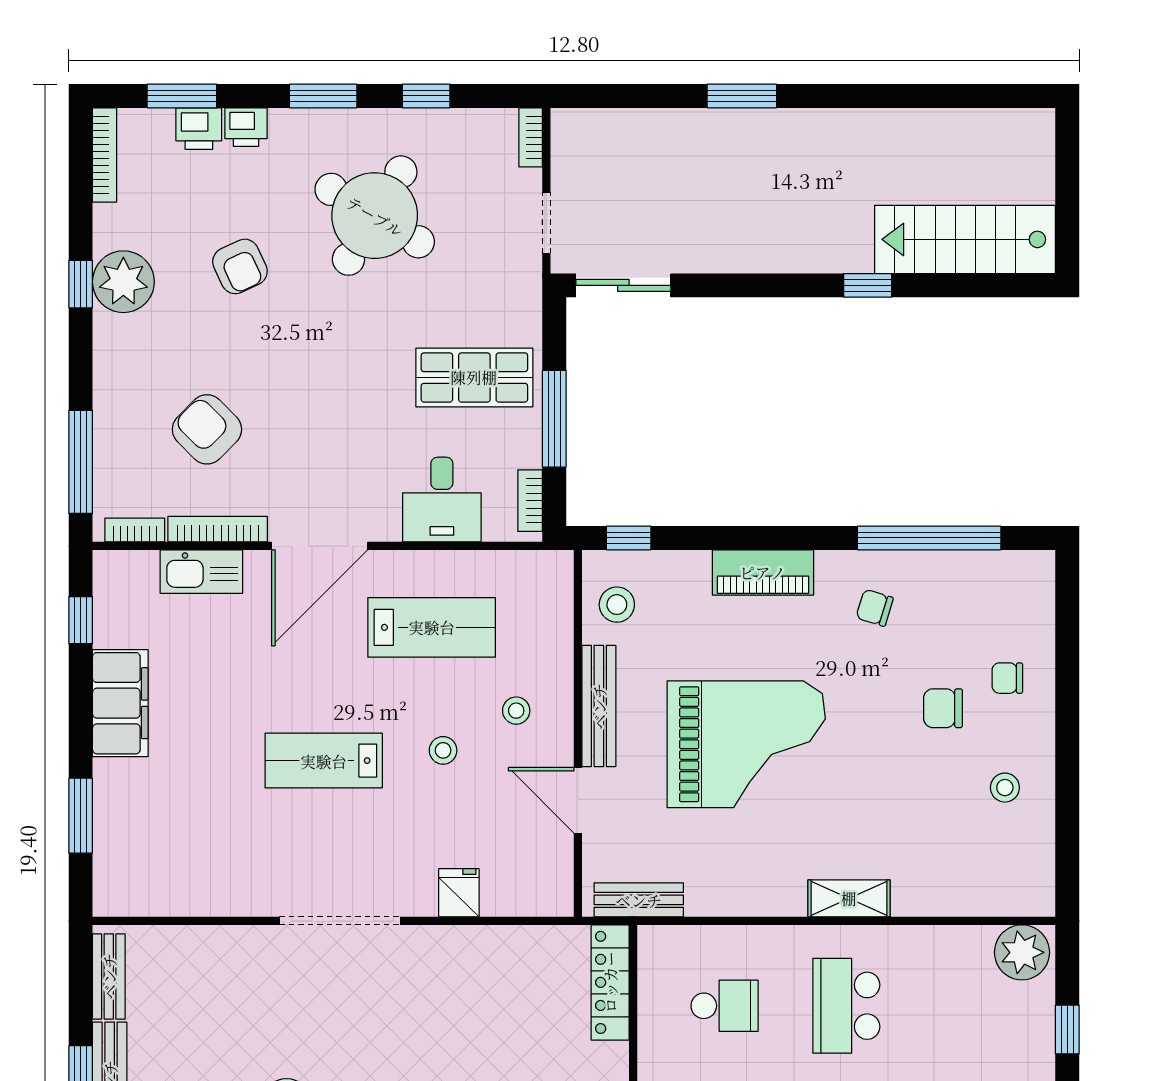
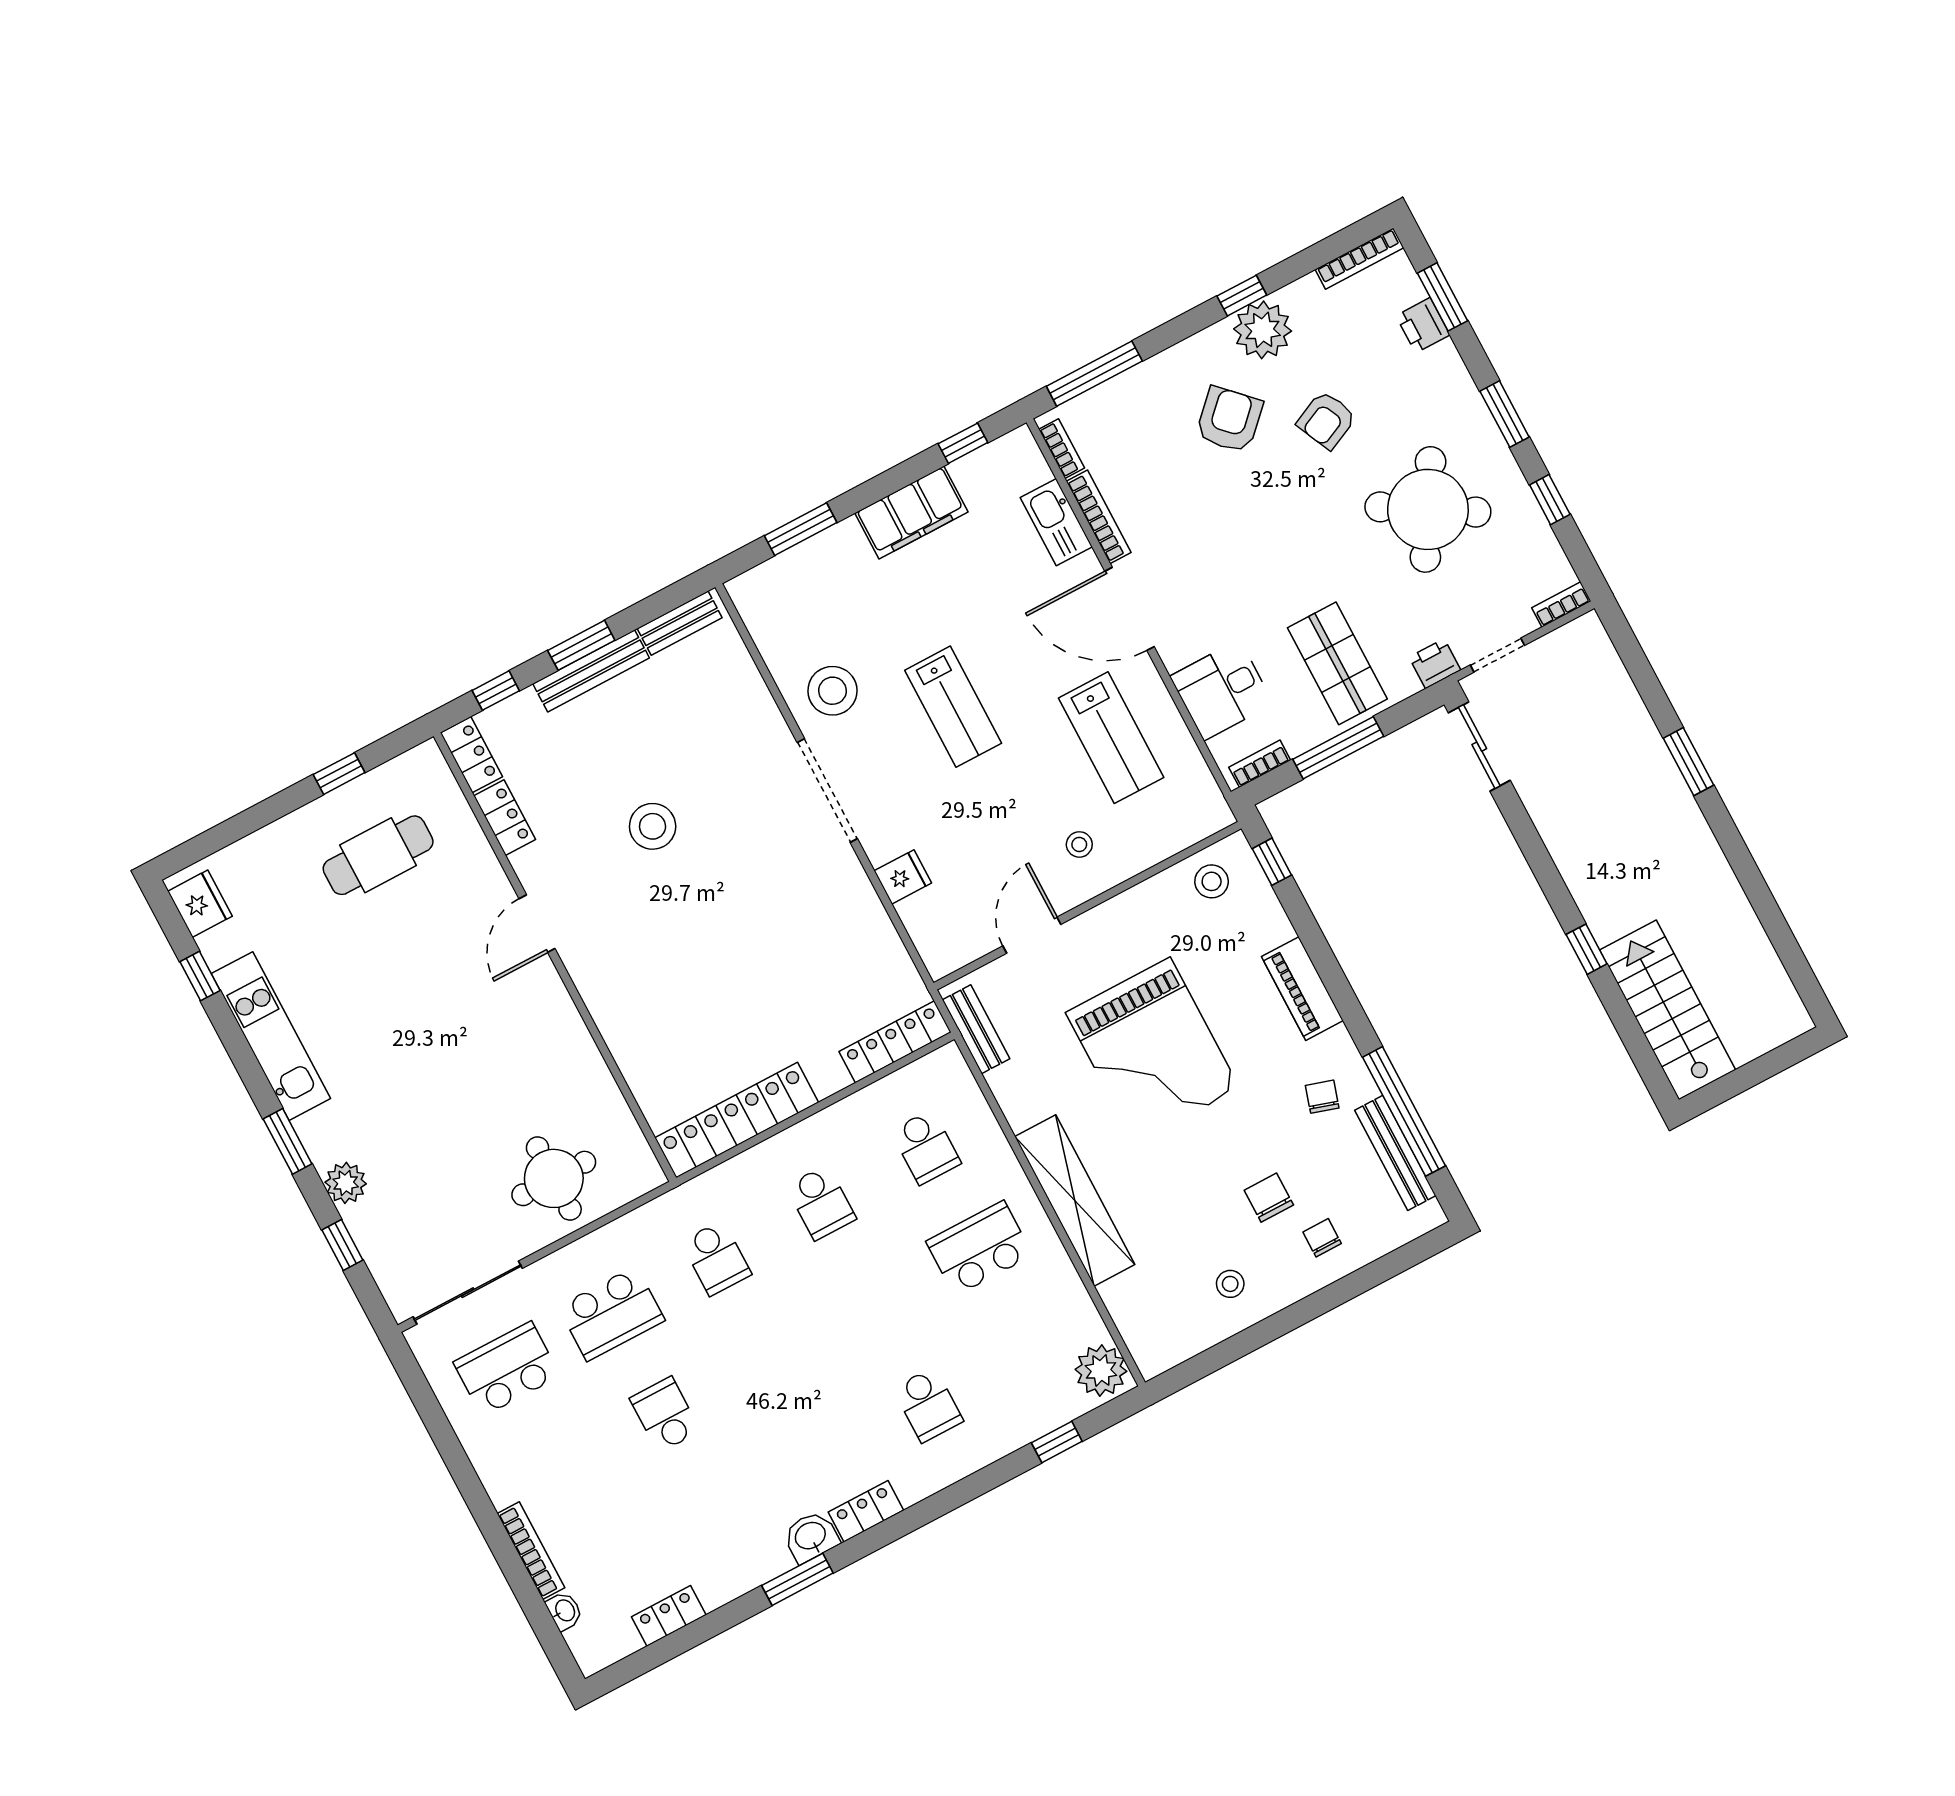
printer: (246, 127) -> (1435, 664), moved, turned 90
armchair: (207, 429) -> (1229, 420), moved
bench: (599, 706) -> (1395, 1153), moved, turned 90
stool: (443, 750) -> (832, 691), moved, width x1.89, depth x1.89
lab bench: (324, 761) -> (953, 707), turned 180
shelving: (849, 898) -> (1075, 1200), width x2.20, depth x1.33

